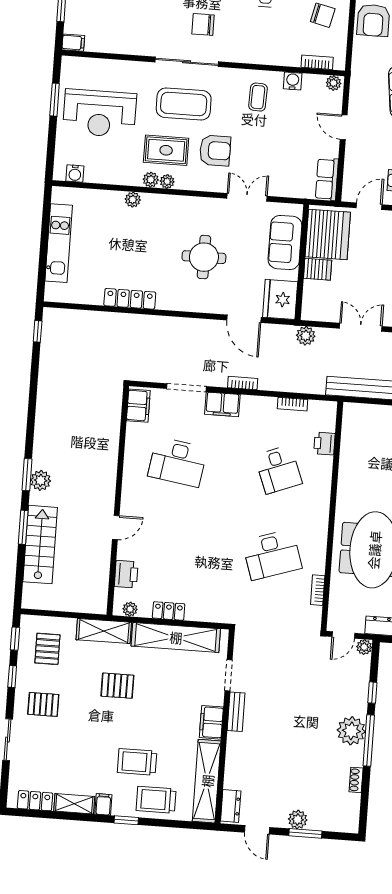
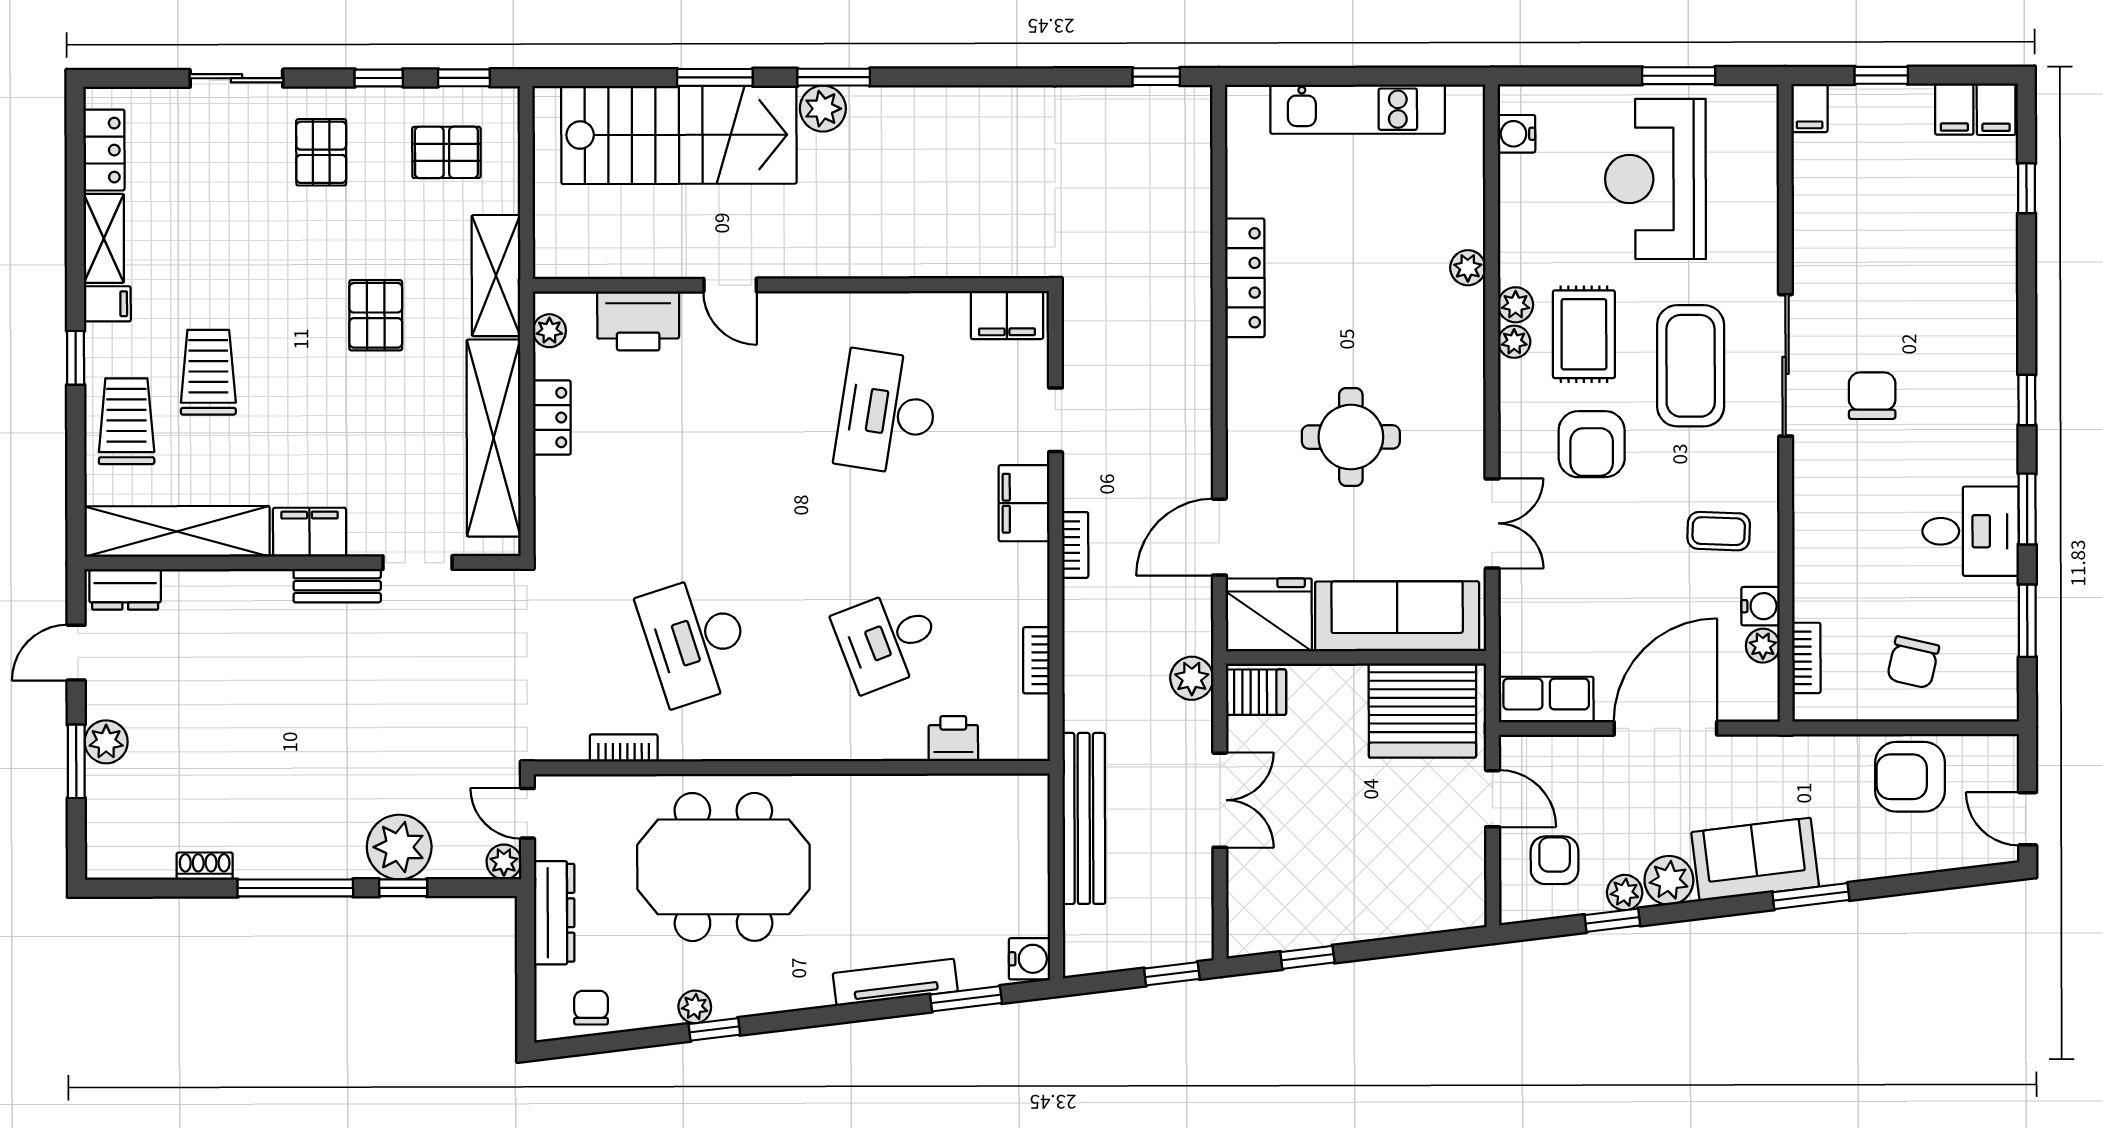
plant: (334, 83) -> (1763, 646), moved
door: (344, 127) -> (1665, 728), width x1.88
sofa: (285, 243) -> (1397, 616), width x1.36
server rack: (318, 269) -> (1256, 692), moved, turned -90
doorway: (186, 388) -> (1056, 420), width x0.73
stairs: (40, 545) -> (679, 135), width x1.36, depth x1.51
printer: (126, 574) -> (638, 321), width x1.37, depth x1.19
plant: (351, 731) -> (399, 847), moved

